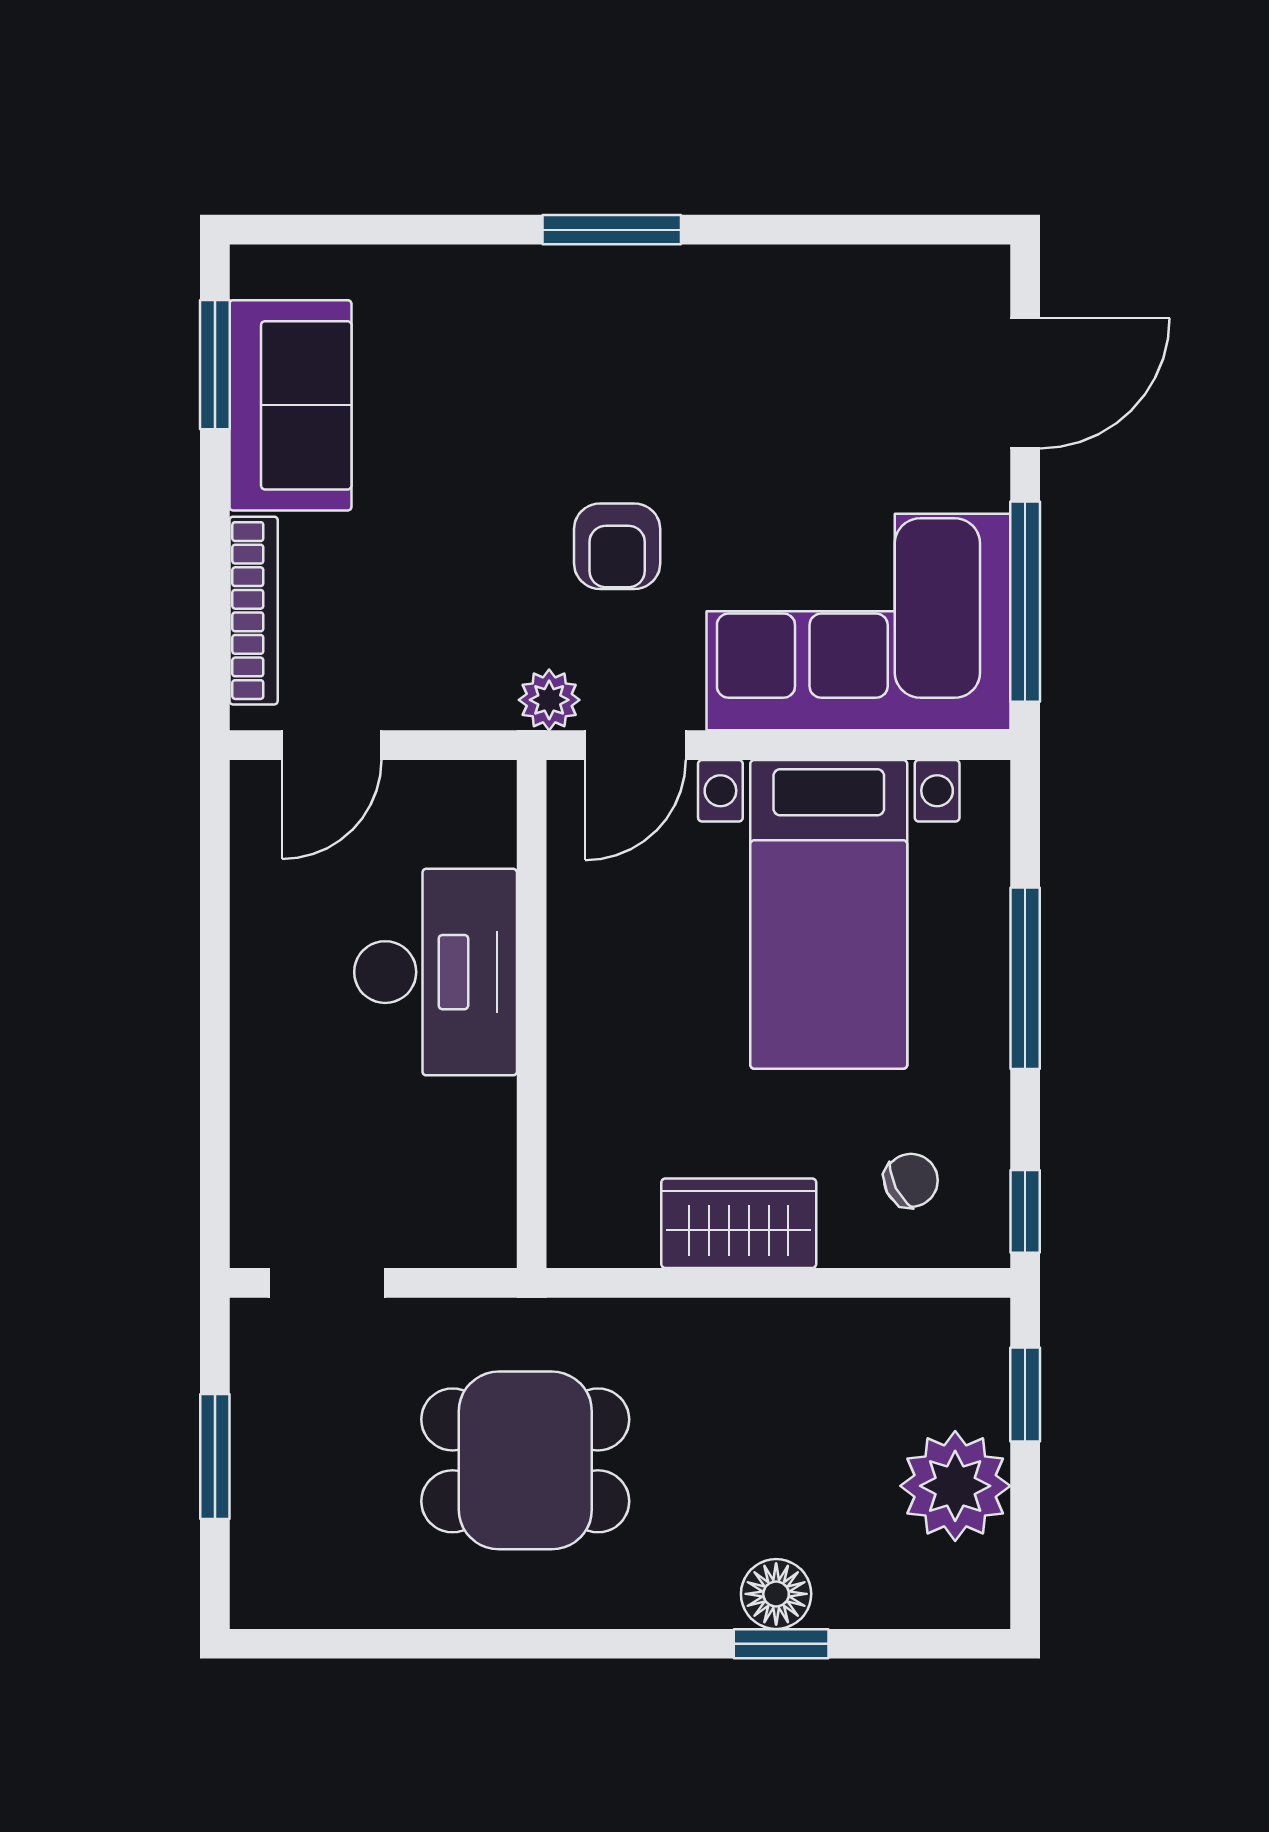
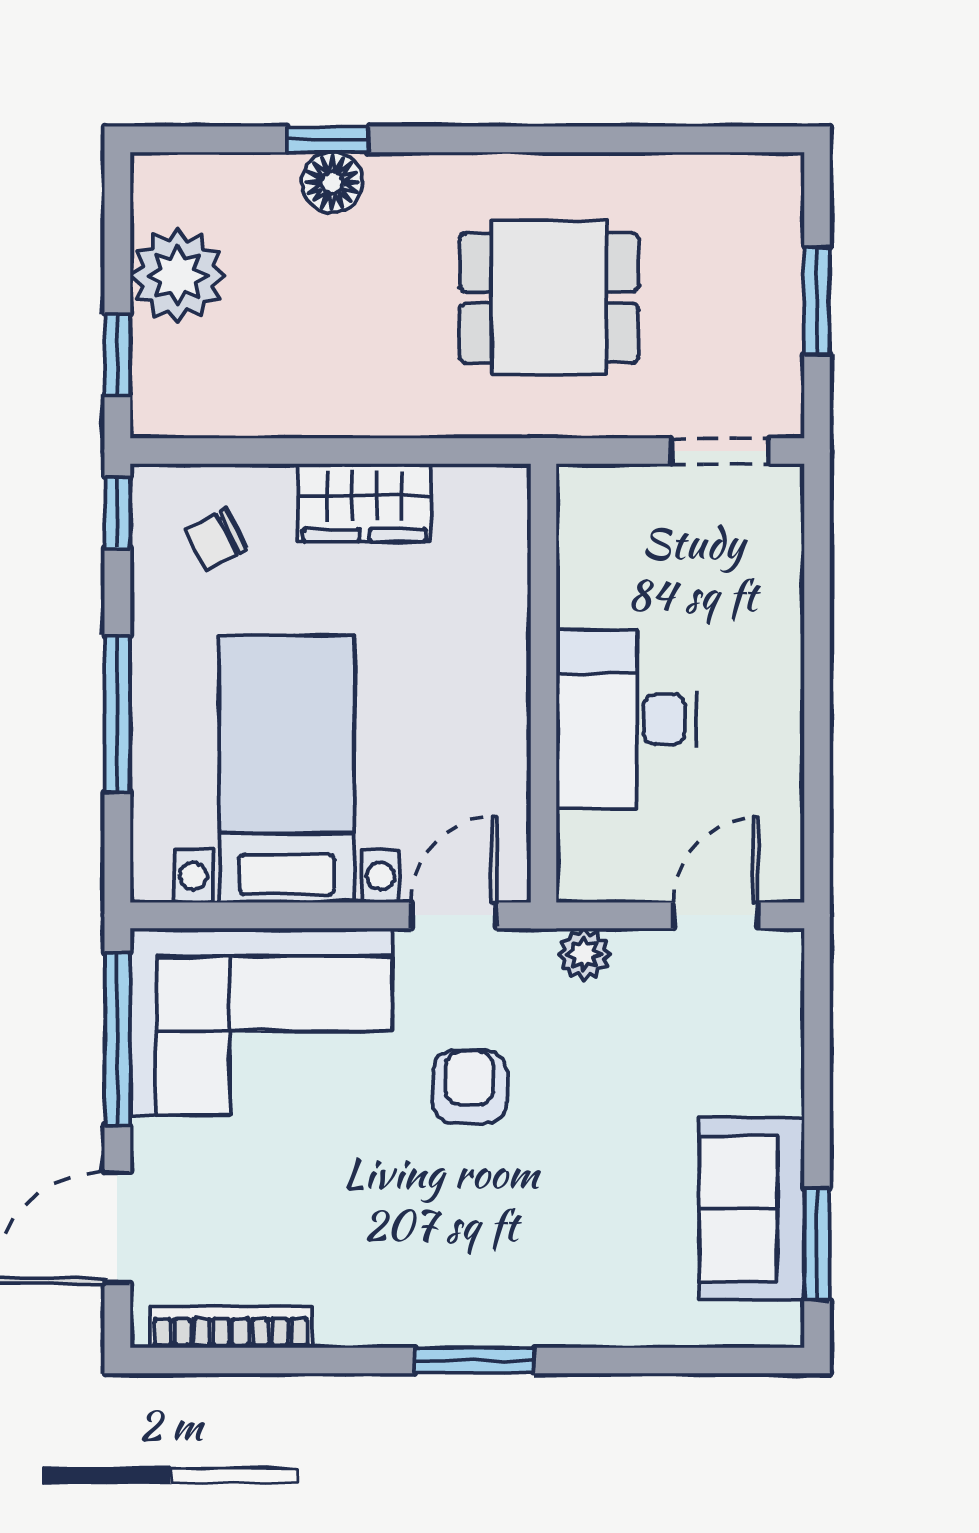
bookcase: (254, 611) -> (231, 1327), moved, turned 90
plant: (549, 700) -> (584, 954), moved

